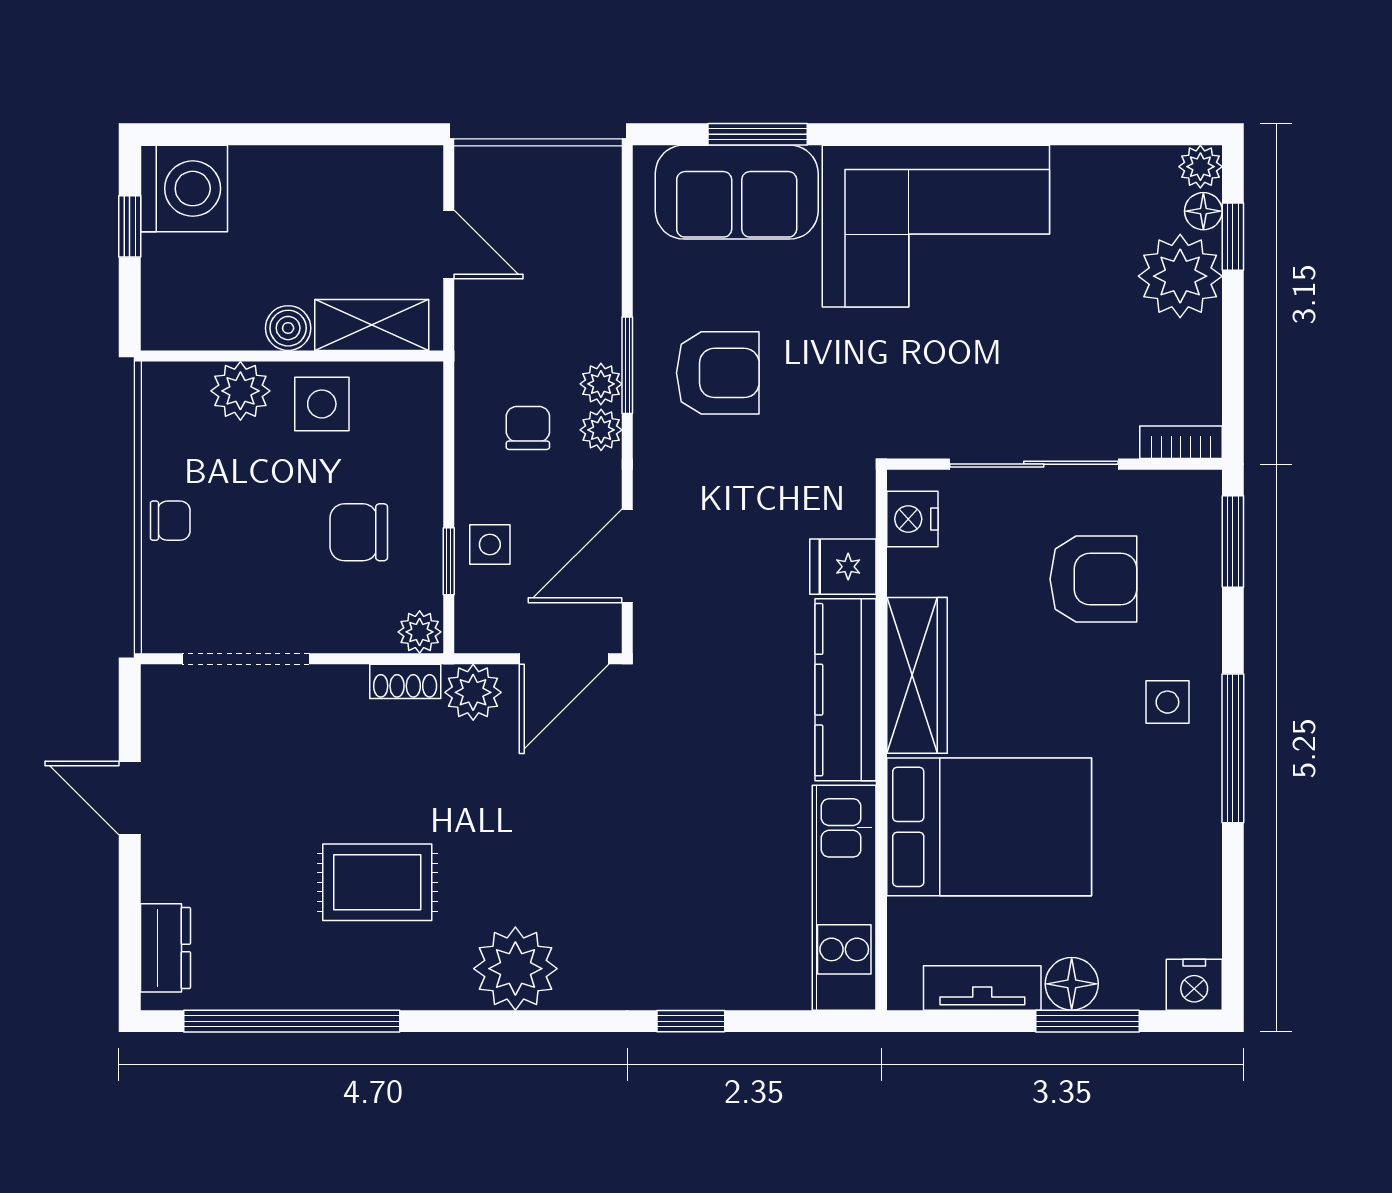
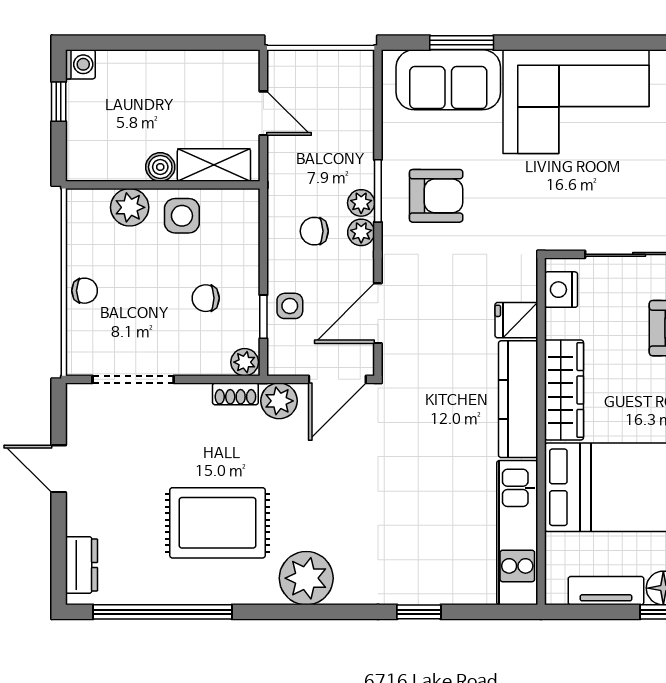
washing machine: (184, 189) -> (80, 64), width x0.53, depth x0.53
chair: (528, 428) -> (314, 231), turned -90
chair: (359, 532) -> (206, 298), width x0.73, depth x0.73
rug: (377, 882) -> (217, 523), width x1.36, depth x1.43

